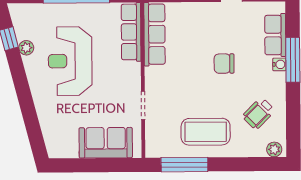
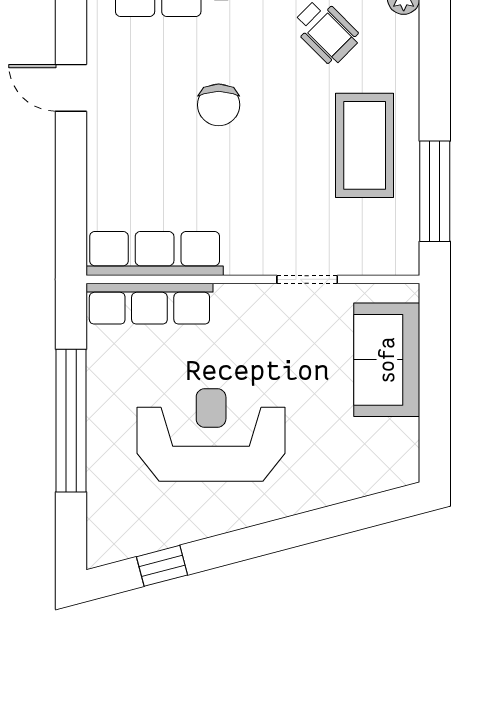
plant: (26, 48) -> (182, 529), removed
reception desk: (70, 61) -> (211, 435), turned 180

